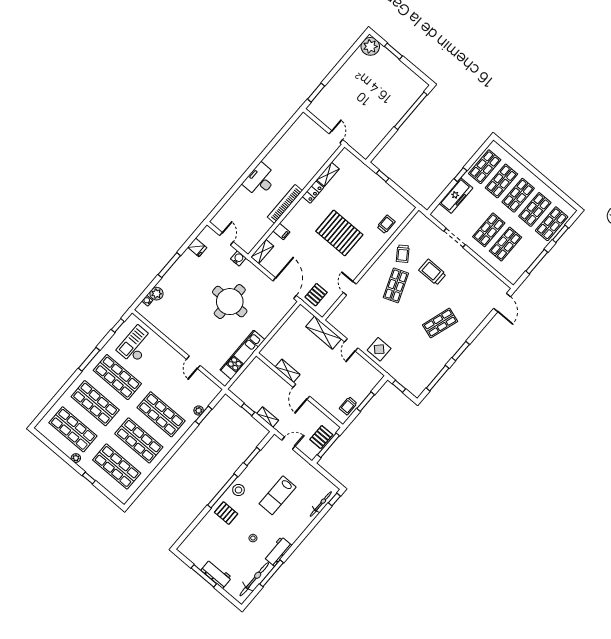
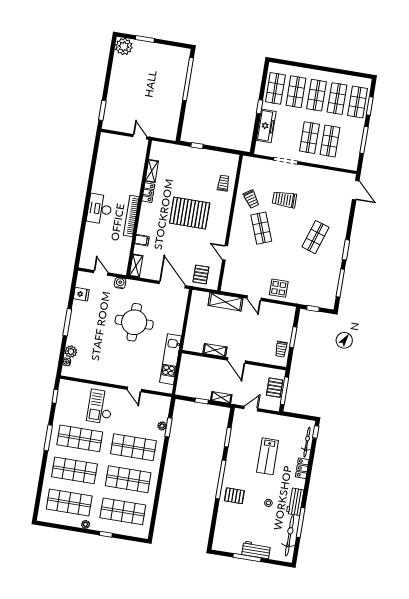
checkout: (136, 345) -> (100, 406), moved
stool: (238, 490) -> (233, 471), removed
locker: (302, 525) -> (302, 468), added

